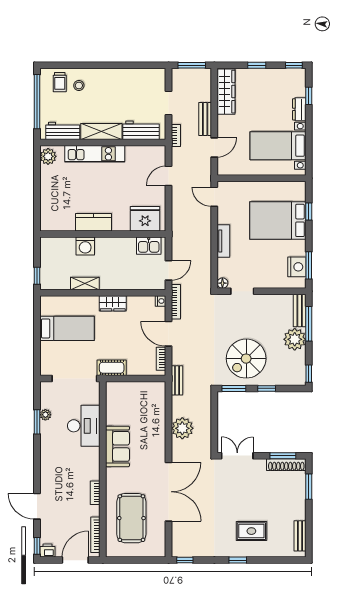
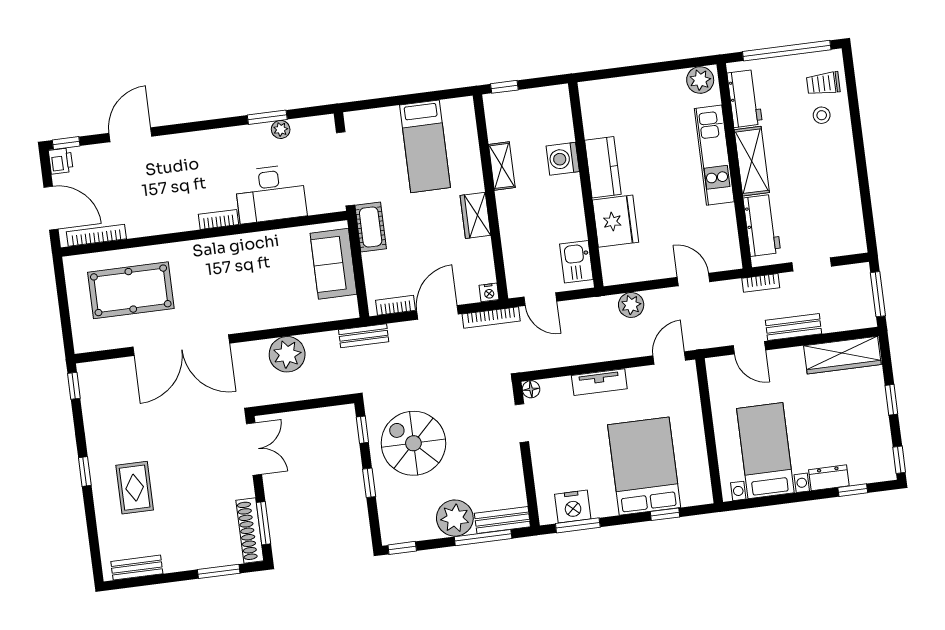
plant: (179, 216) -> (631, 305), added
fridge: (145, 219) -> (615, 221), moved
window: (234, 388) -> (362, 430), width x0.67
sofa: (117, 446) -> (333, 264), moved, turned 90
bookcase: (95, 493) -> (218, 219), moved

